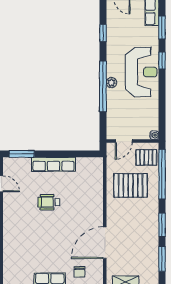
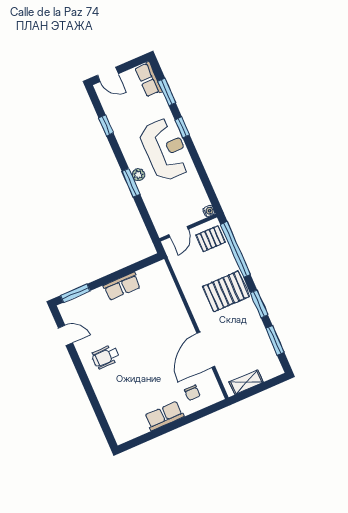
window: (103, 86) -> (131, 183), width x0.47
row of seats: (54, 164) -> (122, 286), width x0.68
pallet: (131, 185) -> (226, 291), moved
wheelchair: (49, 202) -> (105, 357), moved

